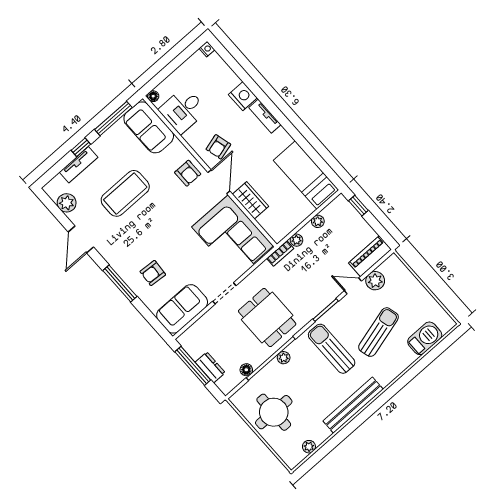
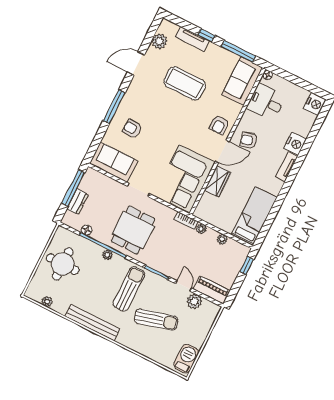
nightstand: (207, 49) -> (315, 104), width x1.89, depth x1.79
barbecue: (425, 338) -> (186, 359), moved, turned -90

